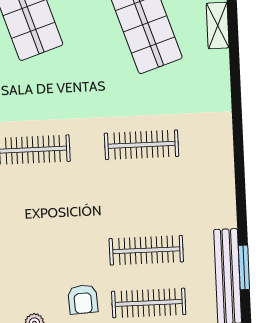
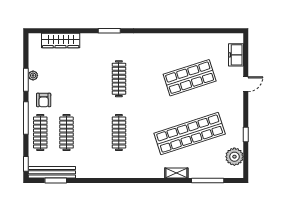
armchair: (83, 299) -> (44, 100), turned -87

